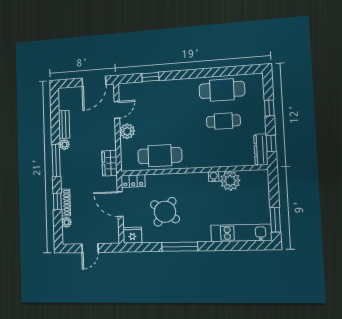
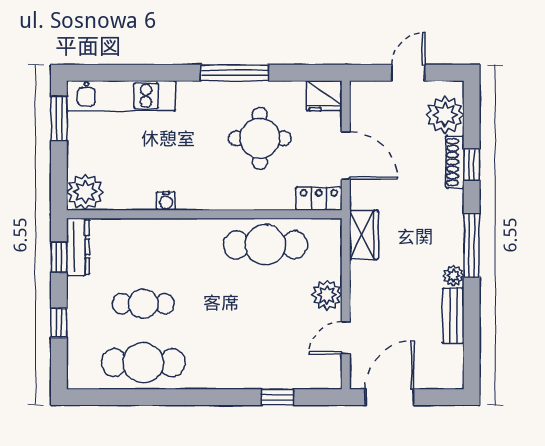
plant: (230, 181) -> (85, 192), moved
round table: (165, 212) -> (260, 138), turned -36
plant: (67, 222) -> (445, 115), width x1.88, depth x1.88

